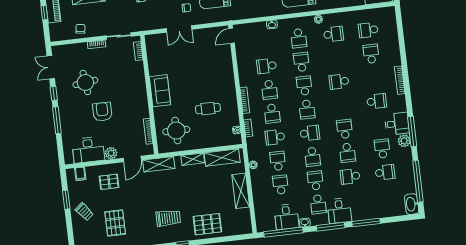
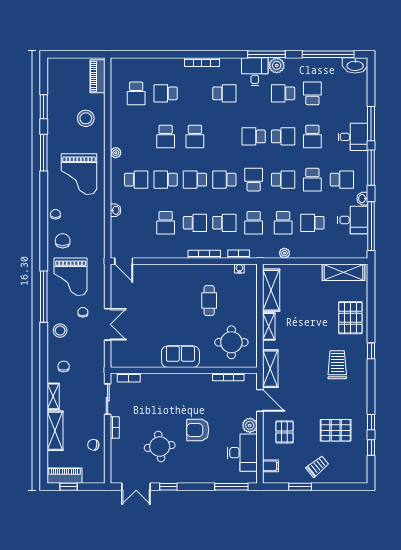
school desk: (333, 34) -> (166, 136), moved, turned 180
school desk: (377, 101) -> (224, 93), turned 90
school desk: (307, 109) -> (224, 180), turned 180
window: (57, 120) -> (231, 487), moved
school desk: (278, 161) -> (283, 223), turned -90
school desk: (315, 180) -> (312, 180), turned -90
shelving: (241, 191) -> (344, 272), moved
desk: (339, 211) -> (353, 137), moved

